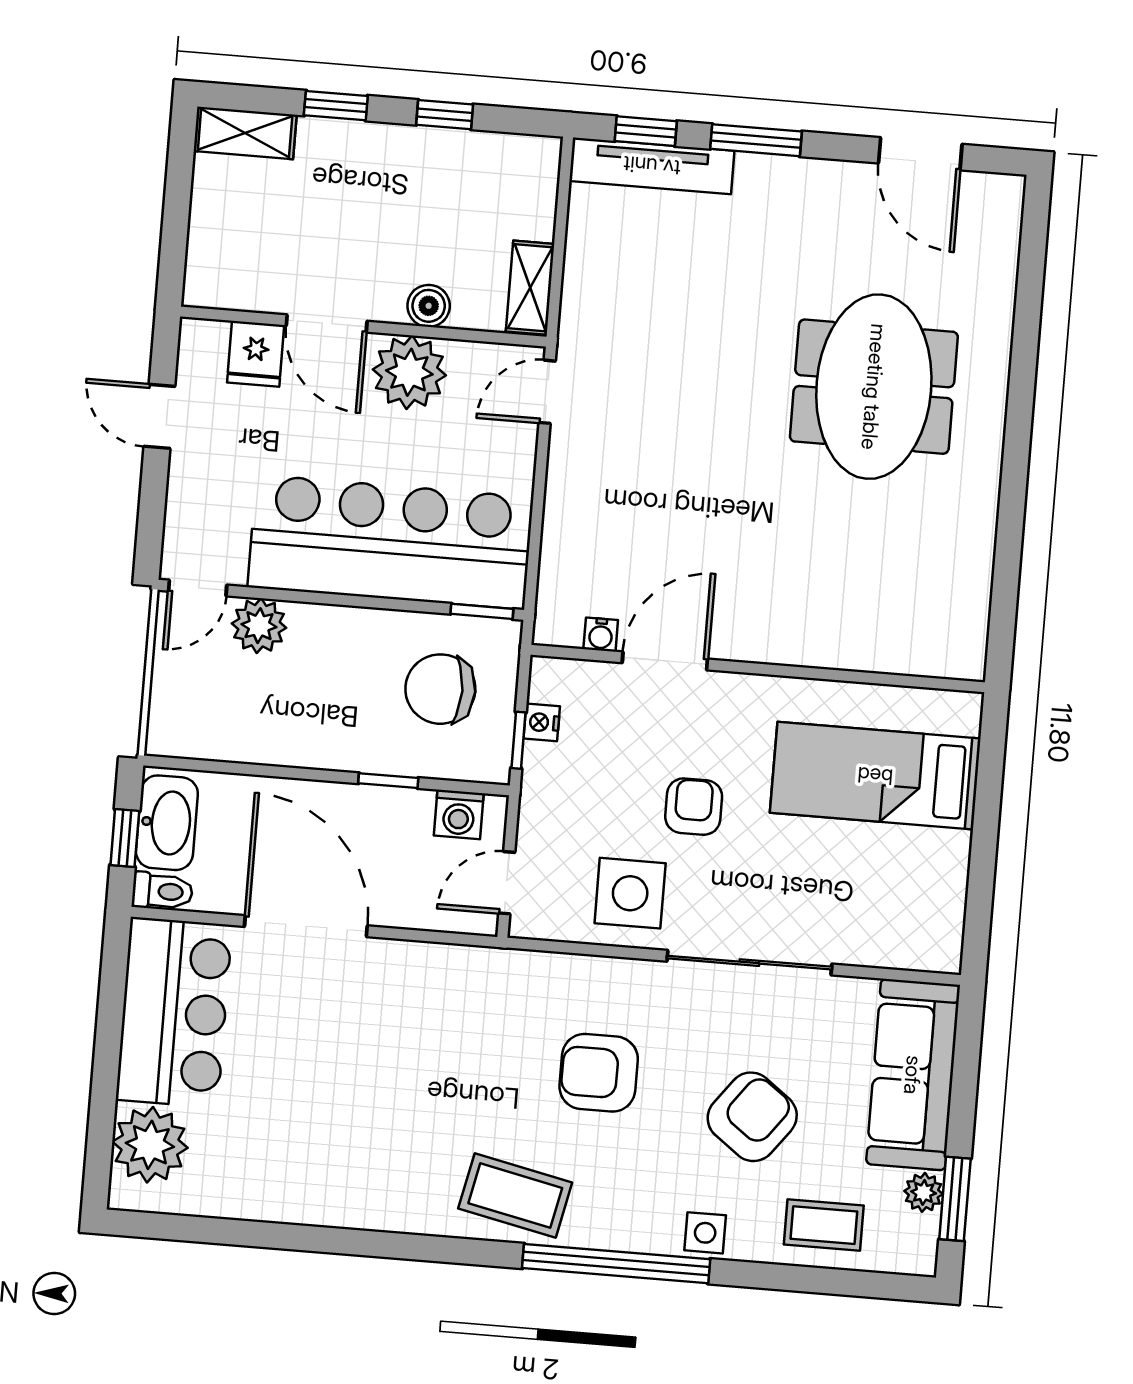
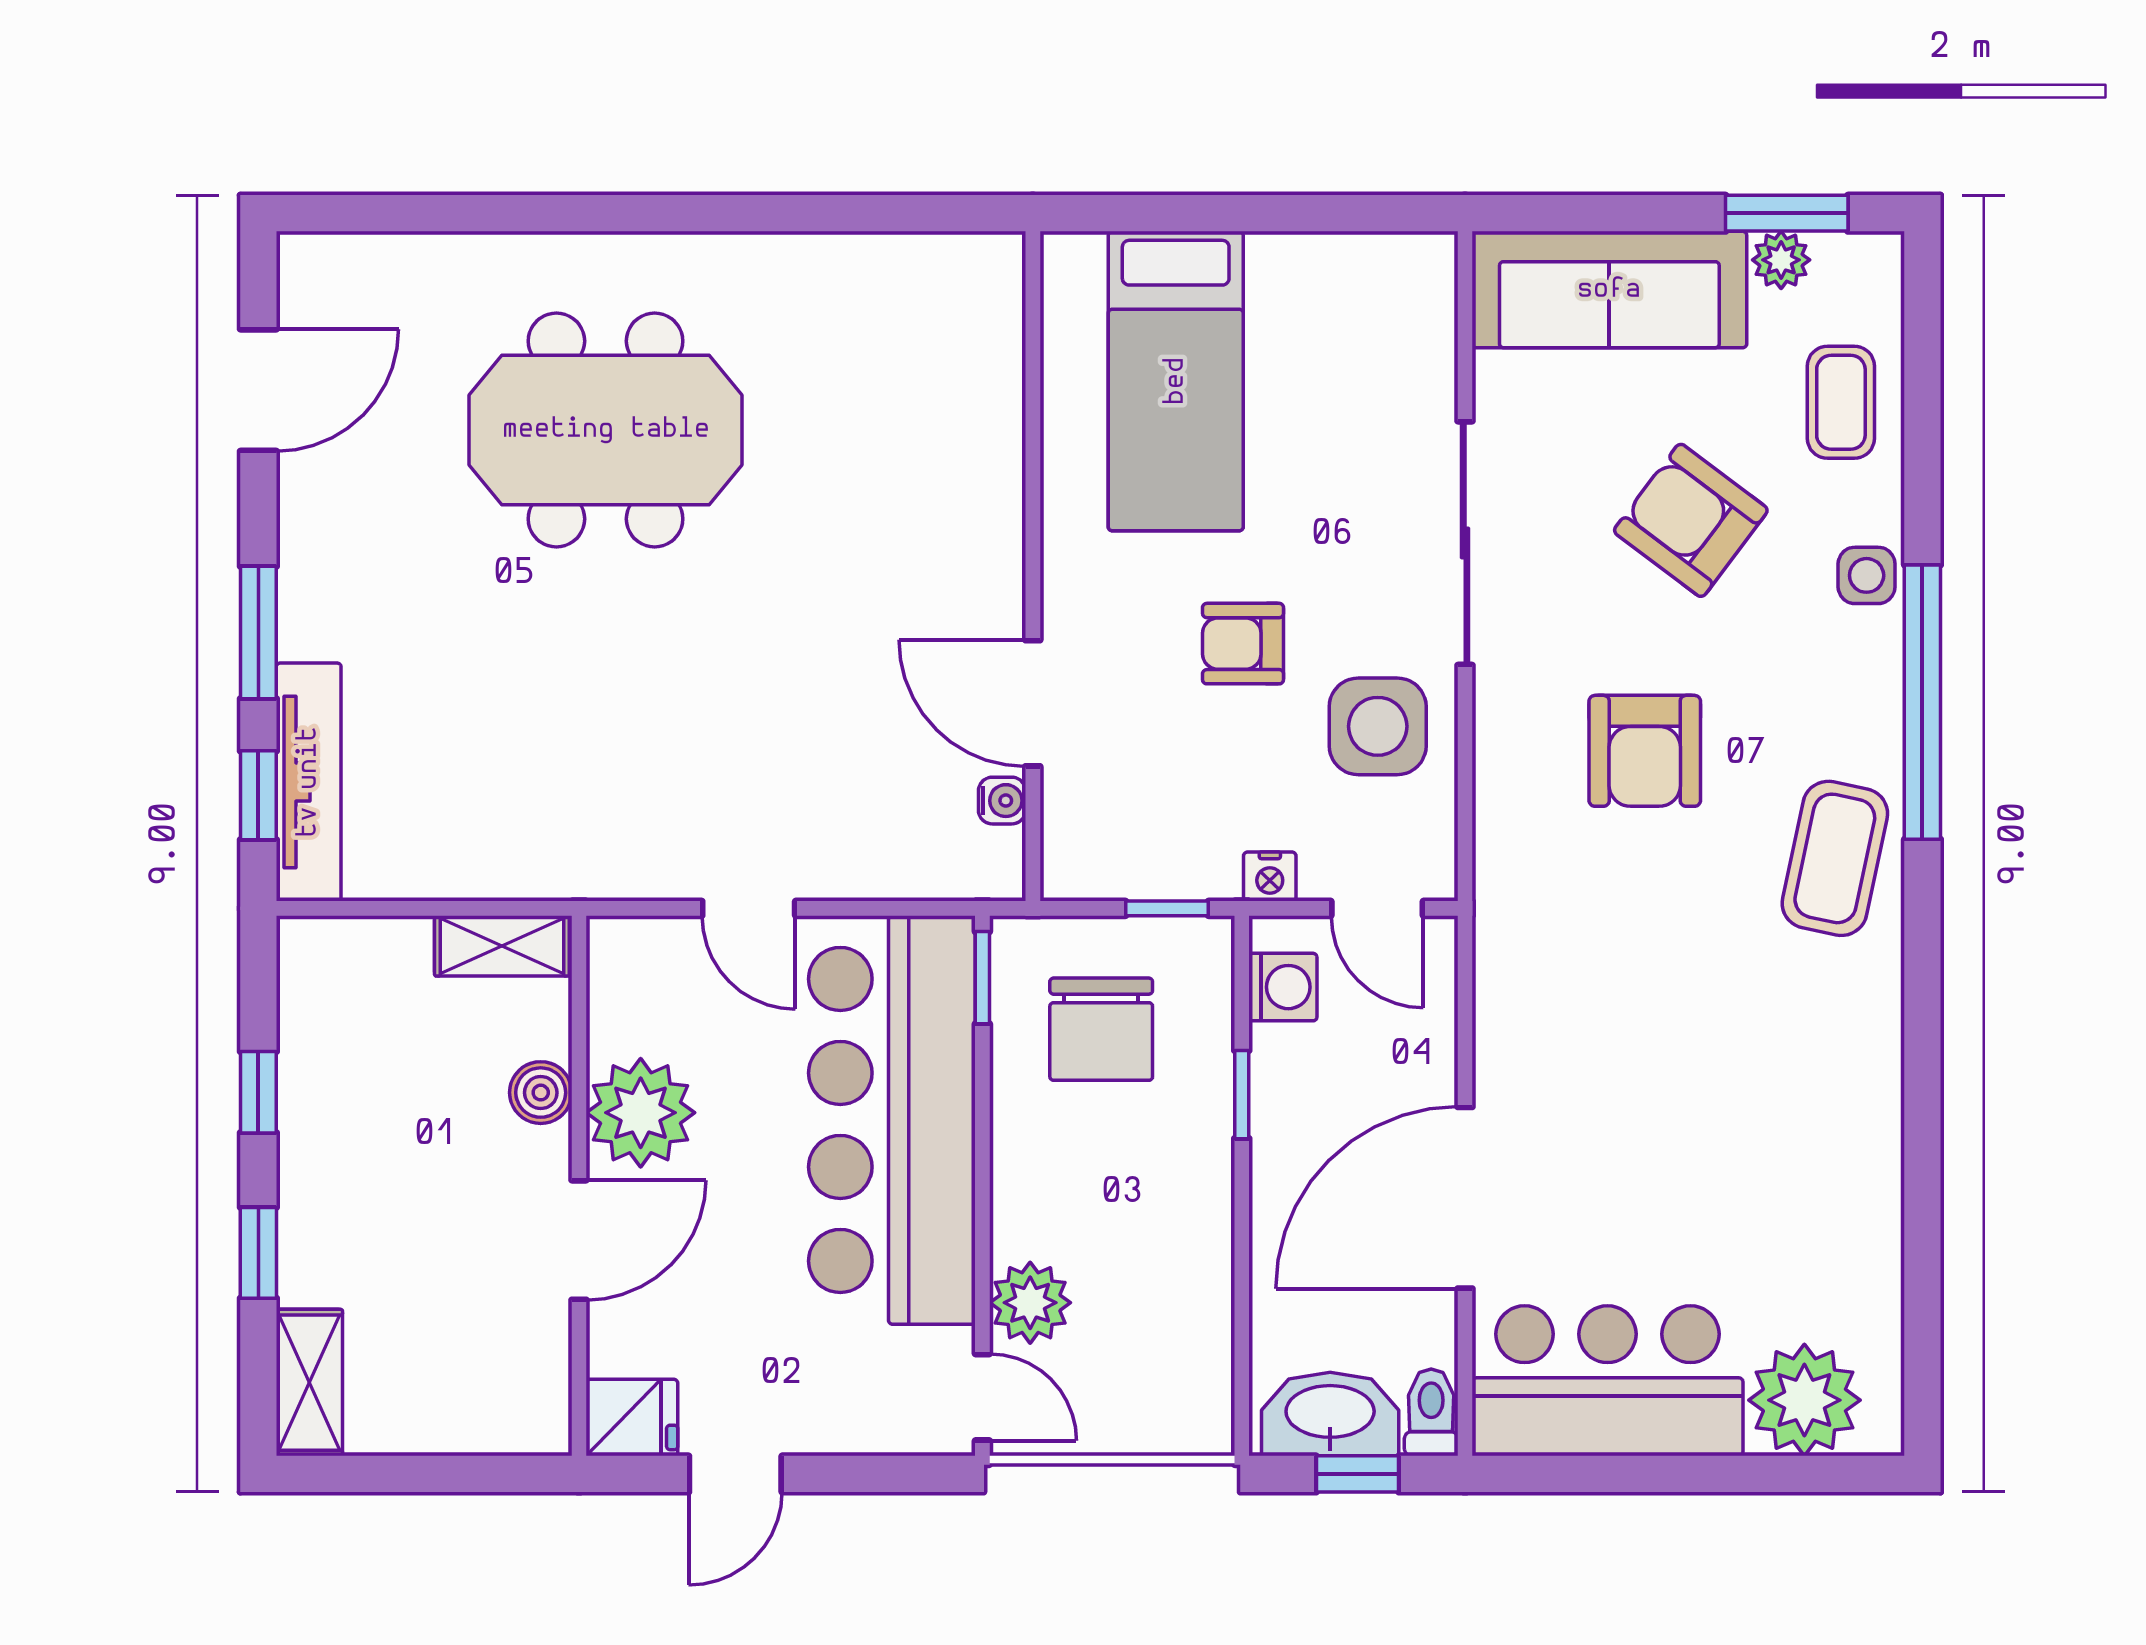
fridge: (256, 354) -> (632, 1418), moved
door: (547, 392) -> (749, 908), moved
nightstand: (542, 722) -> (1270, 877), moved

